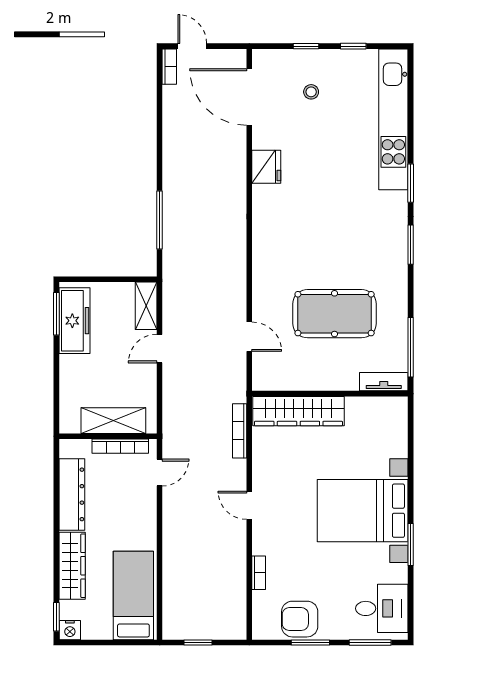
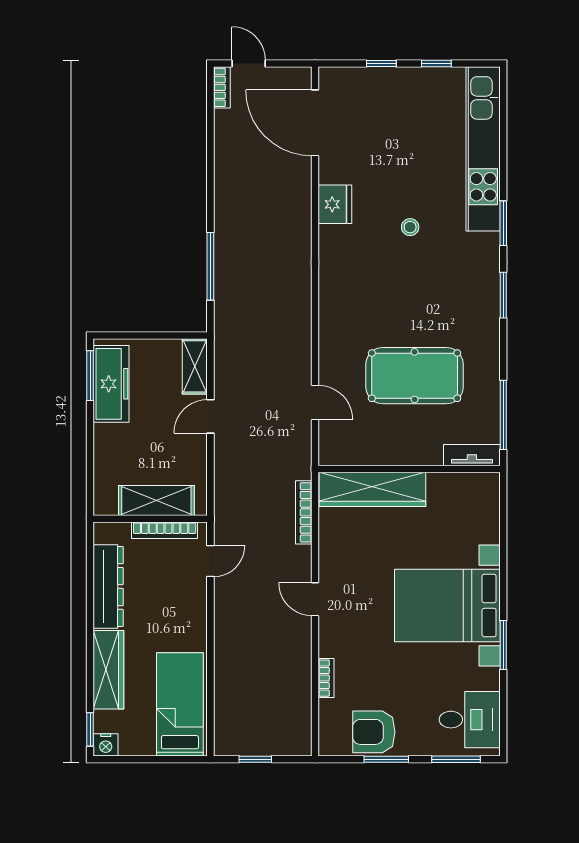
stool: (311, 92) -> (410, 227), moved

